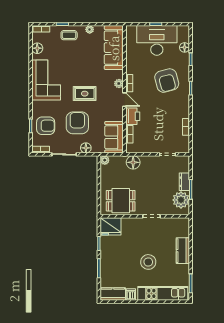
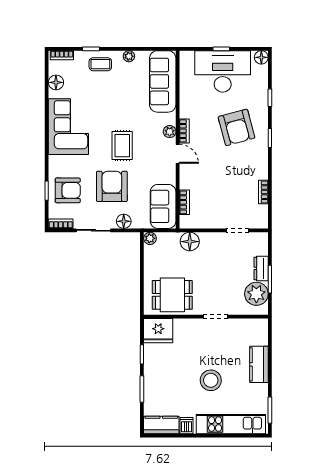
floor lamp: (185, 47) -> (261, 57), moved
rug: (85, 94) -> (122, 146), turned 90
printer: (133, 116) -> (189, 177), removed

